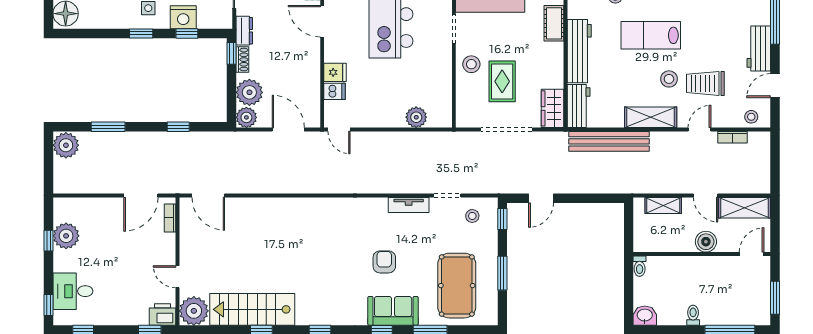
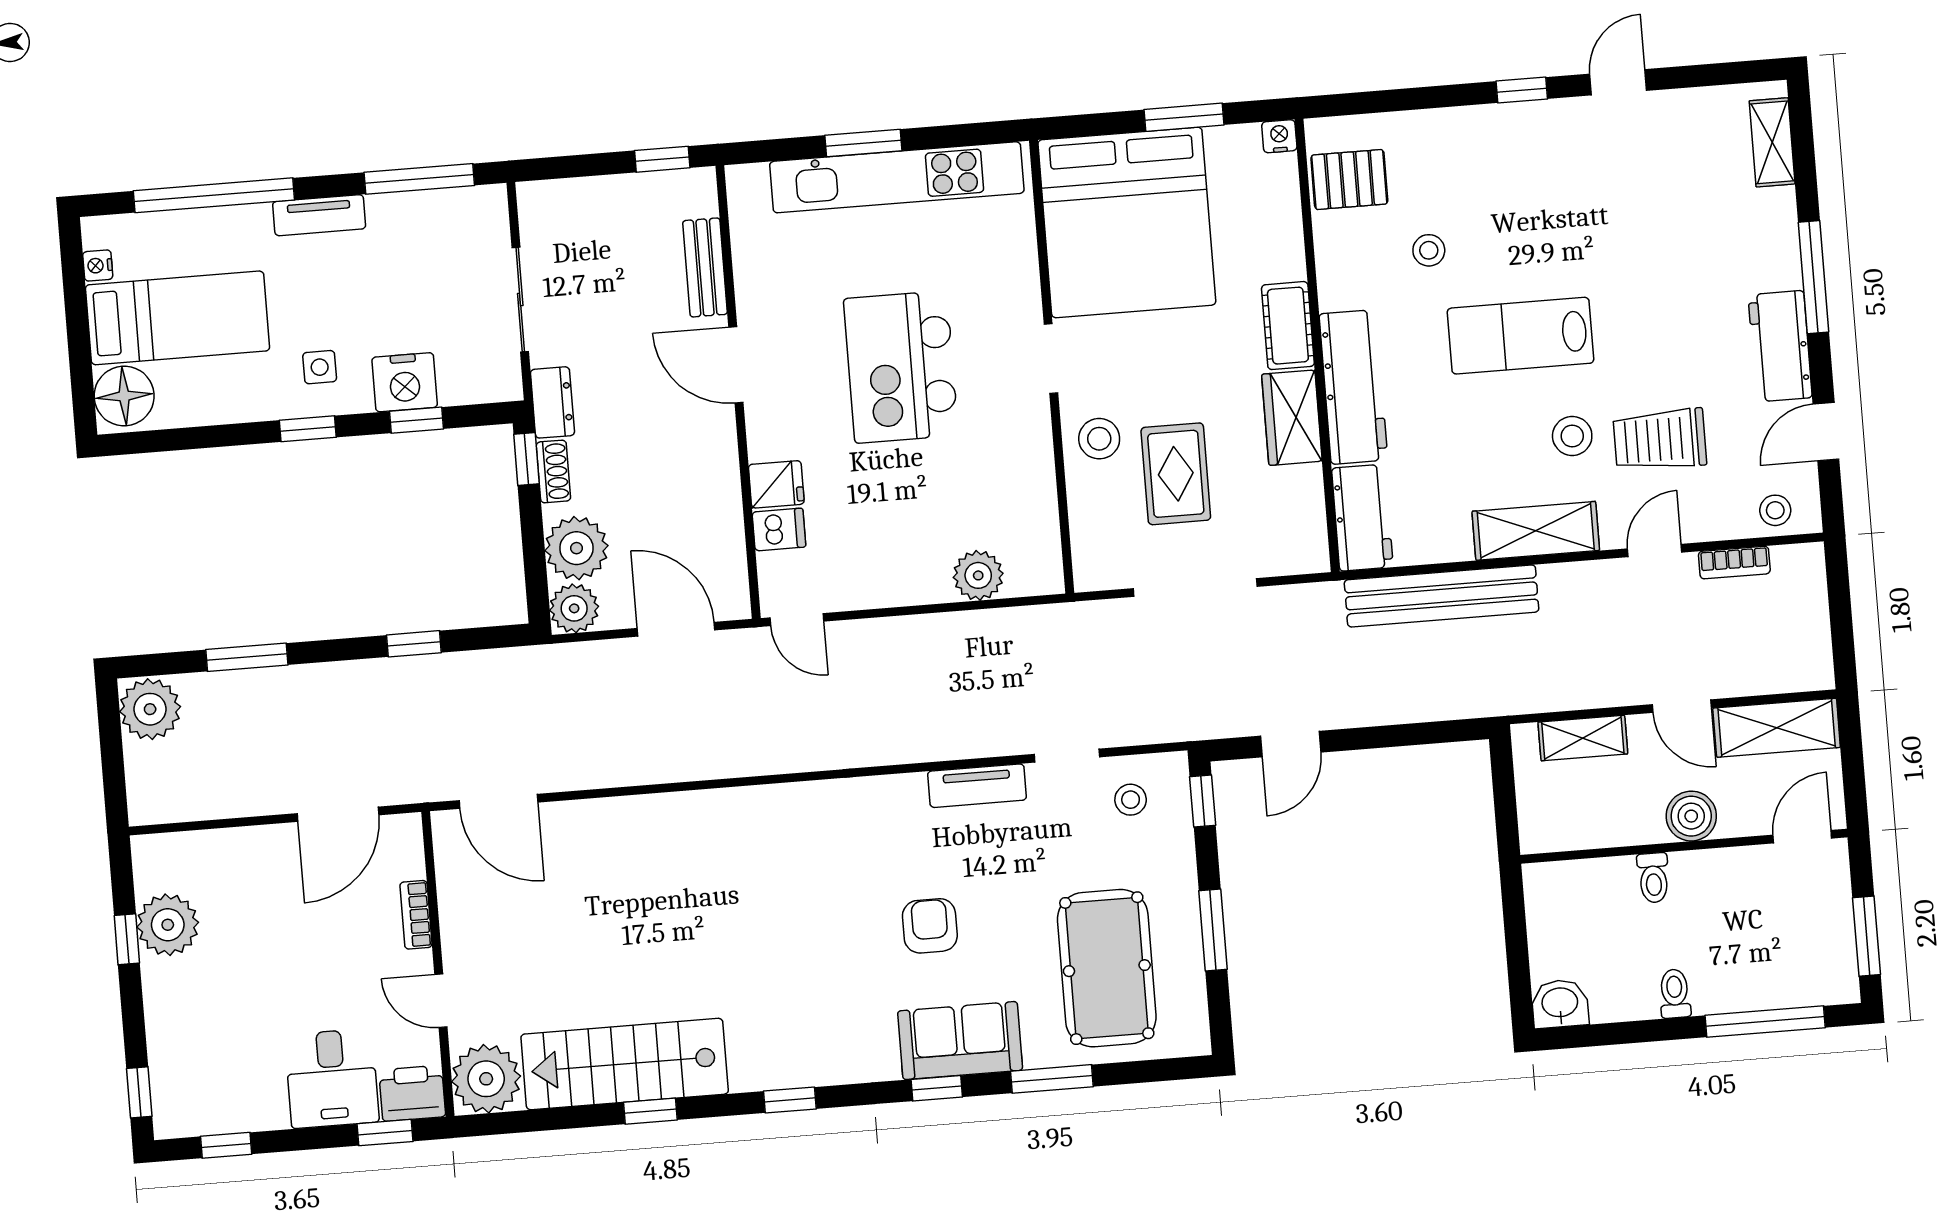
wardrobe: (553, 108) -> (1292, 418), moved
bookcase: (170, 218) -> (416, 915), moved
toilet: (640, 266) -> (1653, 878), moved
desk: (73, 291) -> (332, 1078), moved, turned -90

